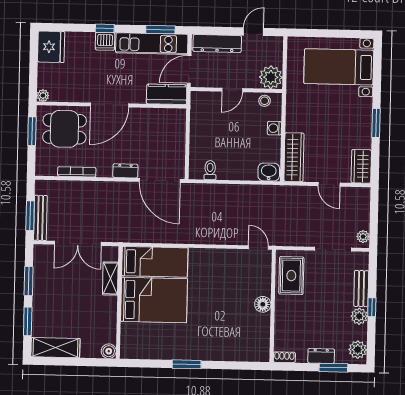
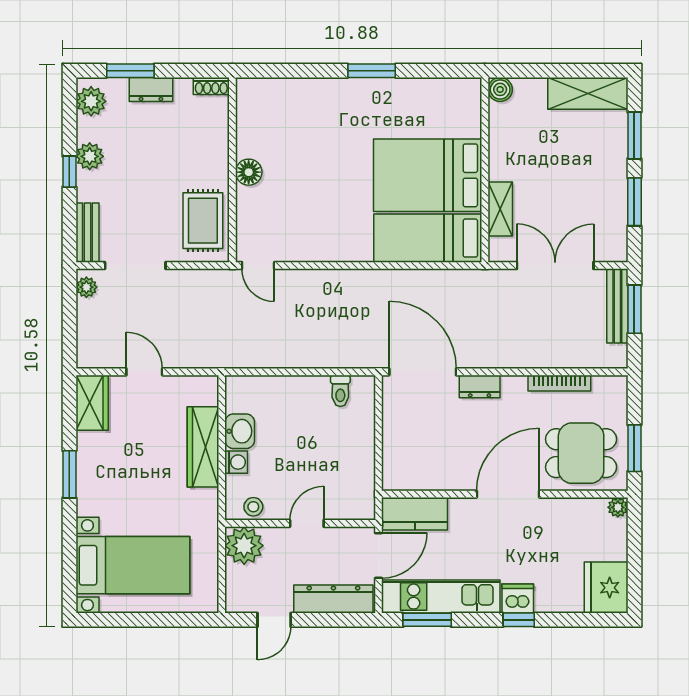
wardrobe: (294, 157) -> (203, 447), moved
washbasin: (269, 172) -> (240, 431), moved, turned -90
bench: (361, 289) -> (87, 233), moved

